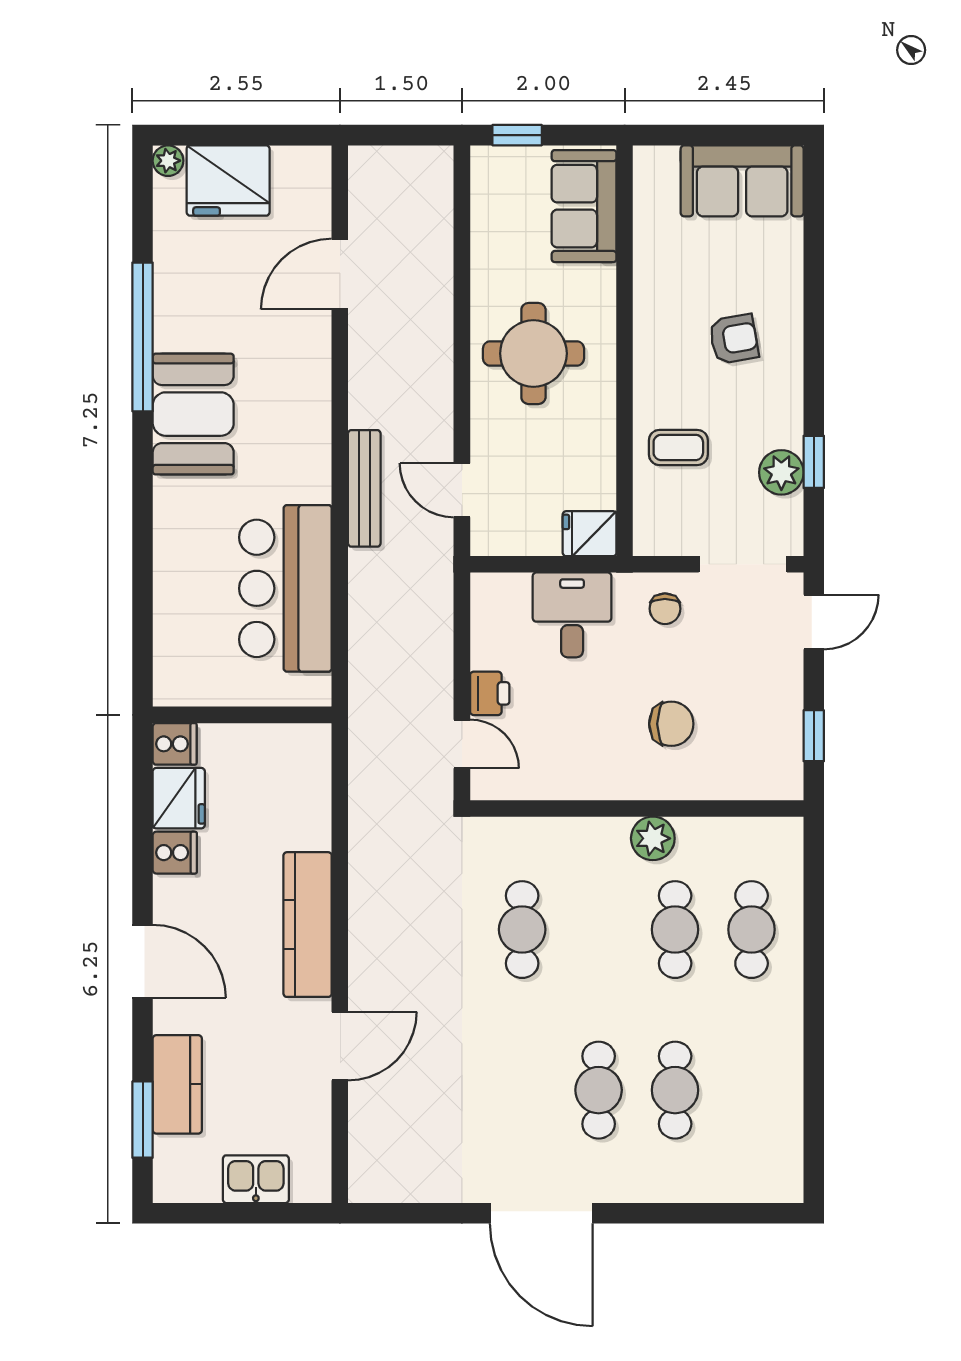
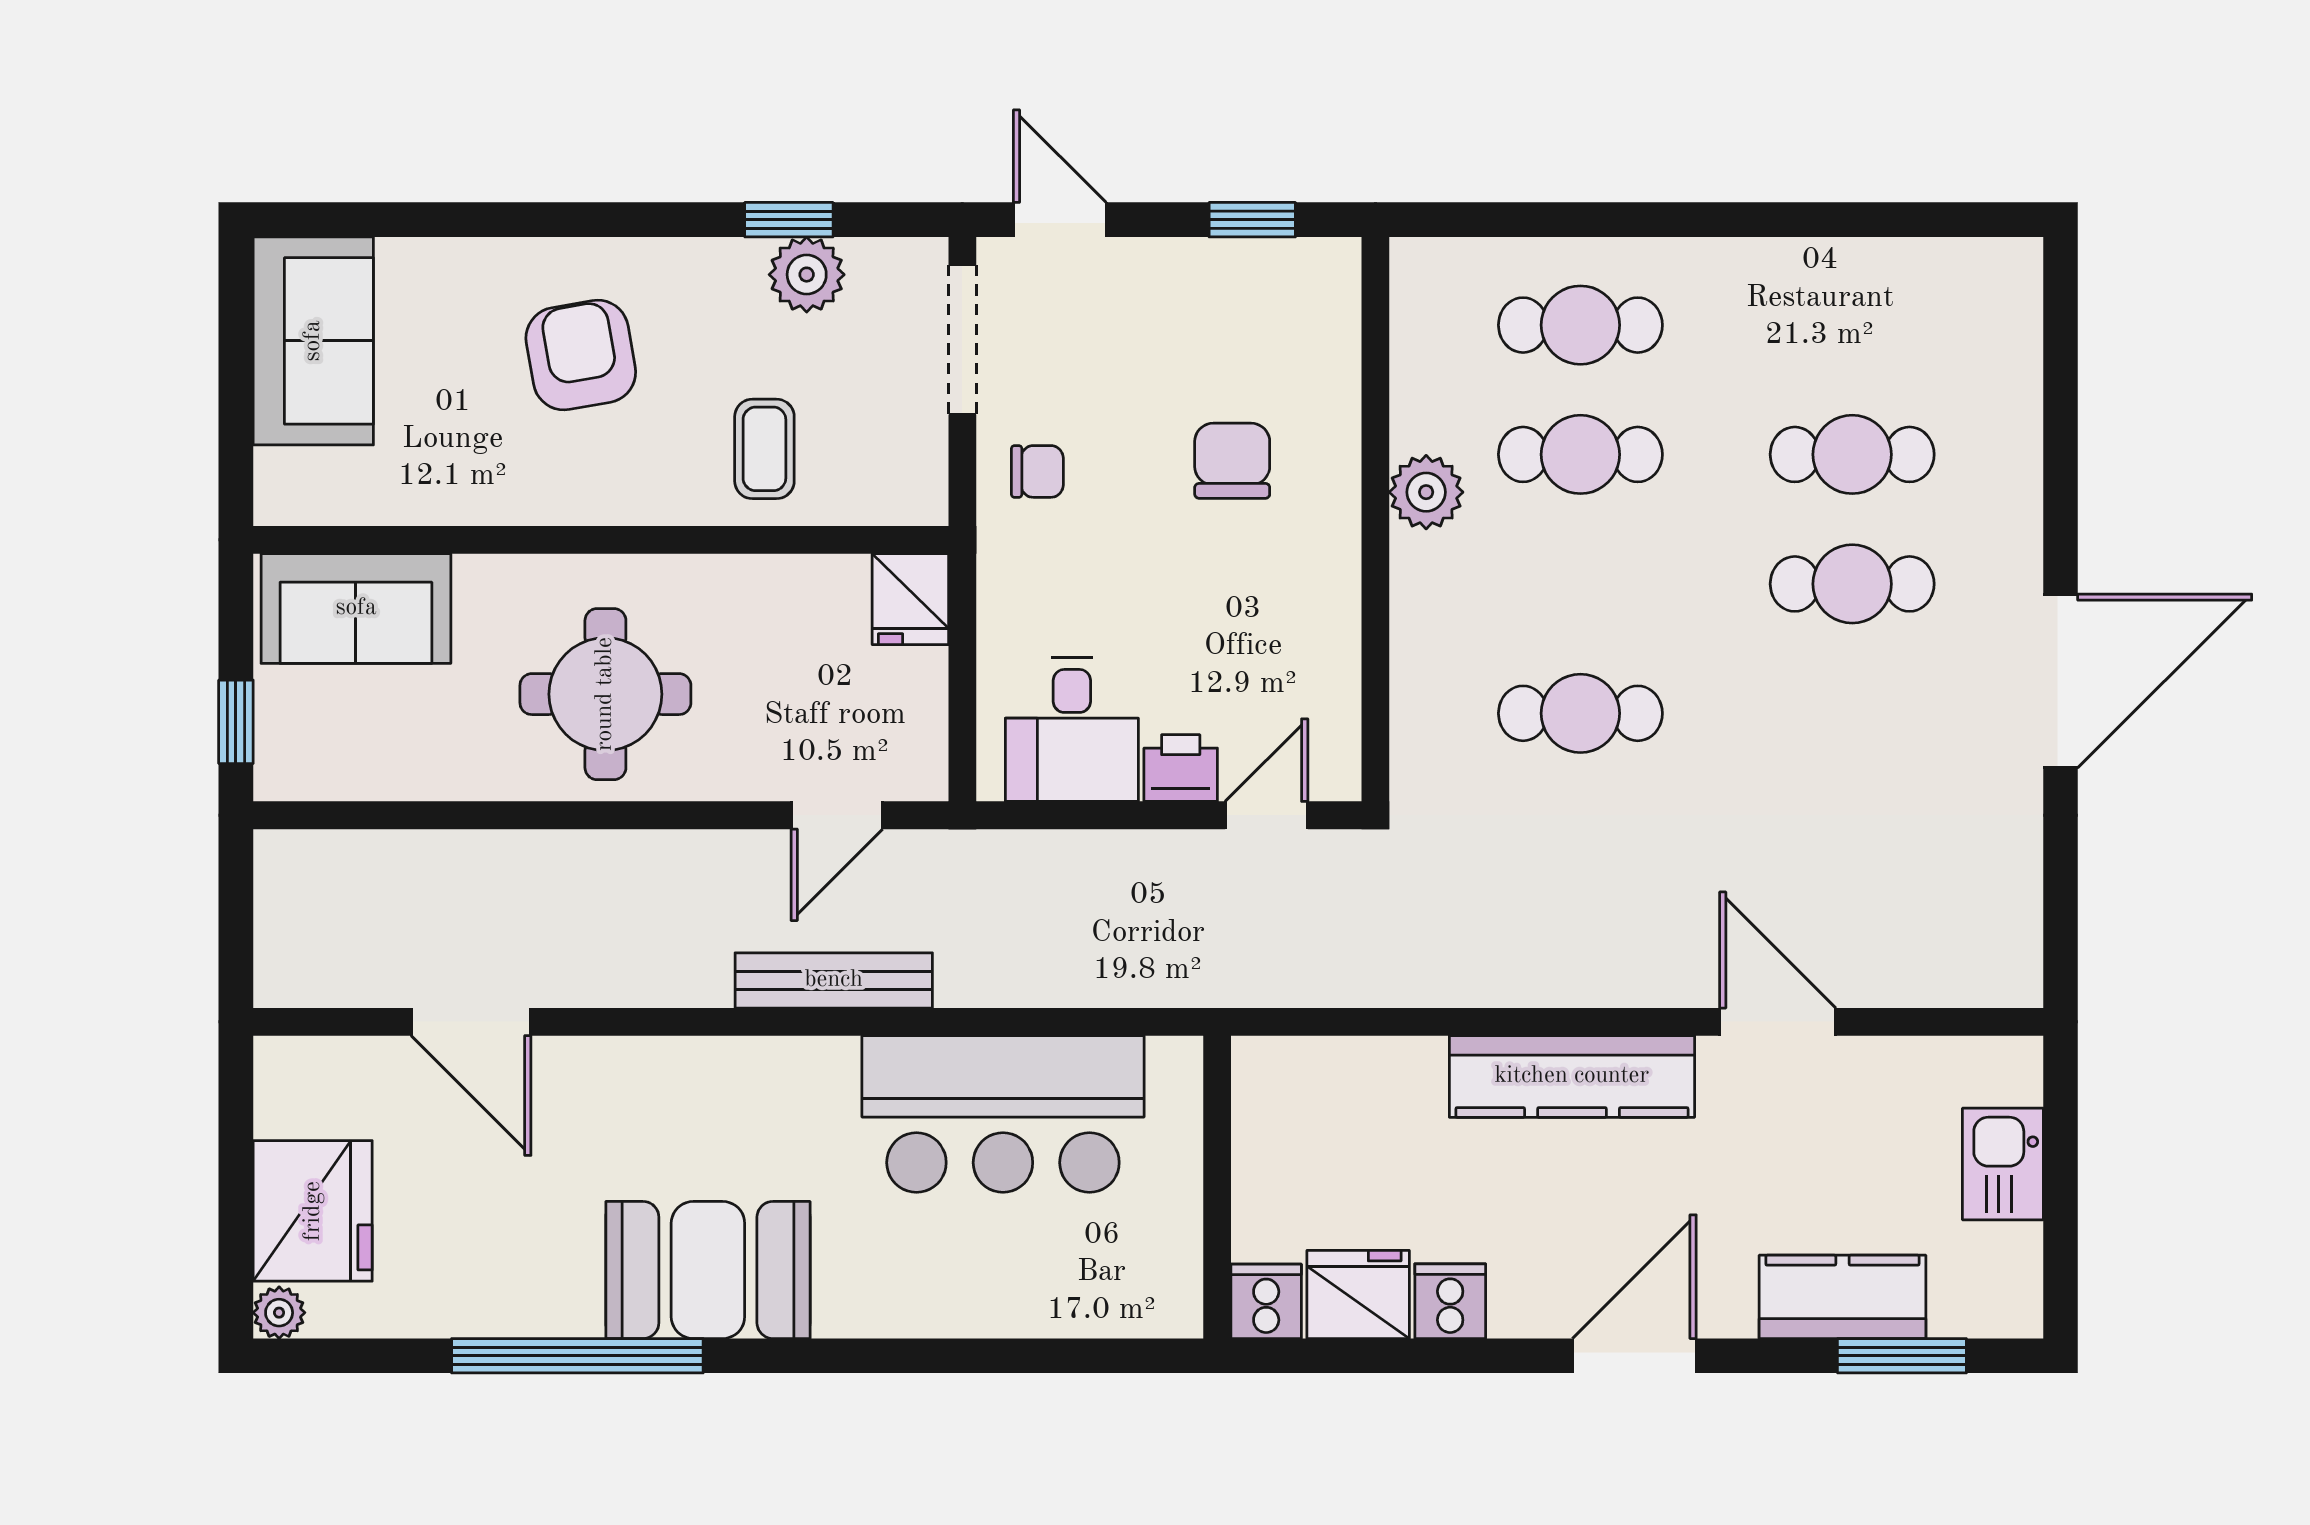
armchair: (734, 339) -> (581, 355), width x1.38, depth x1.38
desk: (572, 615) -> (1072, 730), moved, turned -90

